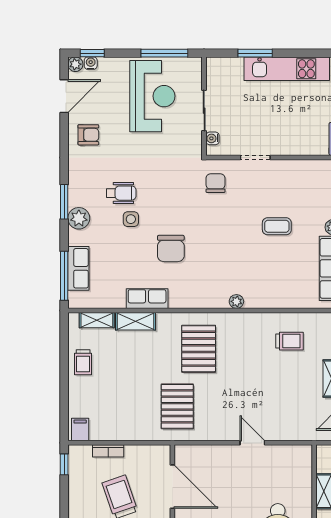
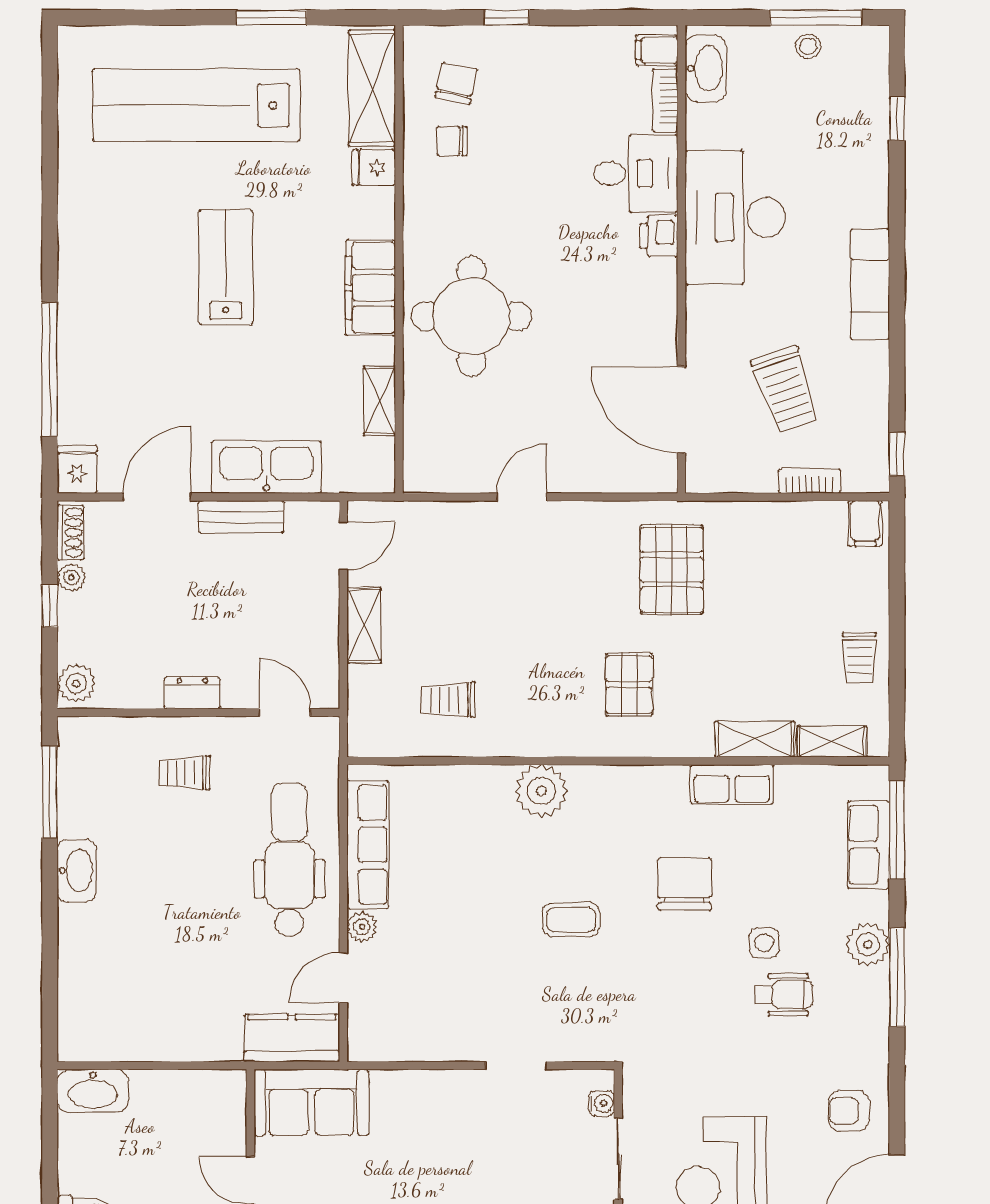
chair: (216, 183) -> (595, 1014), removed
wheelchair: (121, 193) -> (784, 995), turned 180
window: (64, 202) -> (897, 977), width x1.44
coffee table: (277, 226) -> (571, 920), moved
plant: (236, 301) -> (541, 791), width x1.87, depth x1.87
pallet: (199, 349) -> (629, 685), width x0.67, depth x0.71
trolley: (83, 362) -> (859, 658), turned 180
door: (252, 443) -> (522, 497), swing flipped

